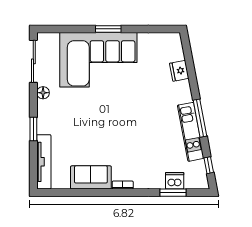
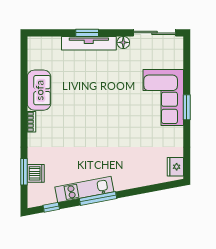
corner sofa: (98, 60) -> (163, 97), width x0.73, depth x0.74
fridge: (179, 71) -> (175, 167), moved, turned -79
tv unit: (44, 162) -> (89, 43), moved

